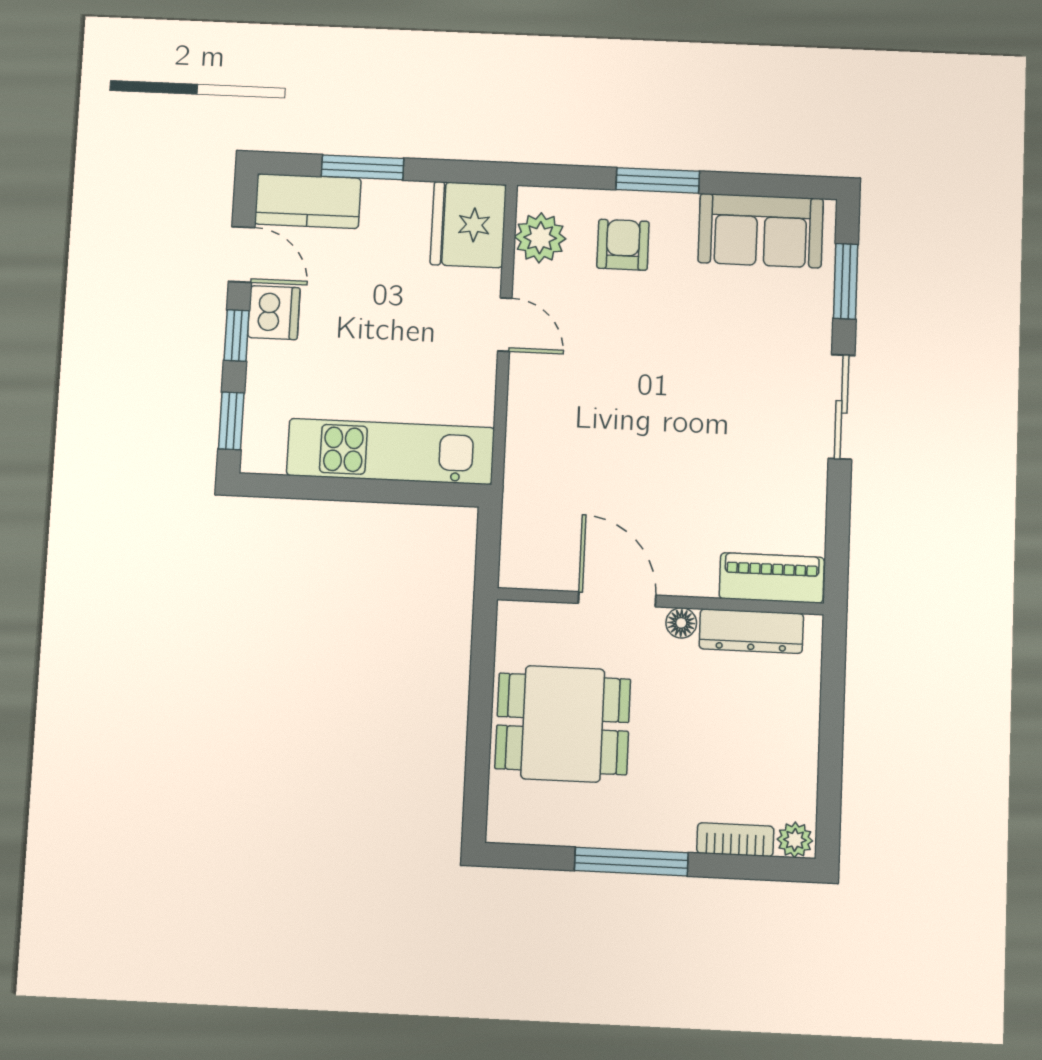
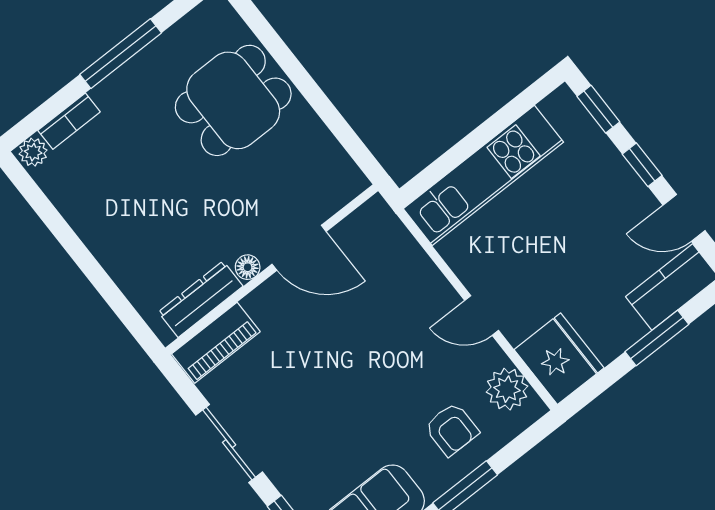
dishwasher: (274, 313) -> (632, 199), removed
piano: (772, 578) -> (216, 343), moved
door: (617, 599) -> (299, 248), moved
wall: (660, 601) -> (272, 269), moved
floor lamp: (681, 623) -> (248, 267), moved
dresser: (751, 631) -> (201, 299), moved

